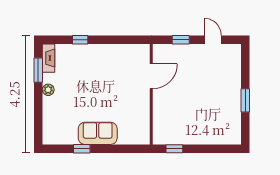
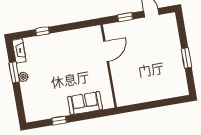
window: (38, 70) -> (14, 72), moved
sofa: (98, 133) -> (85, 103), moved
window: (174, 149) -> (135, 108), removed

